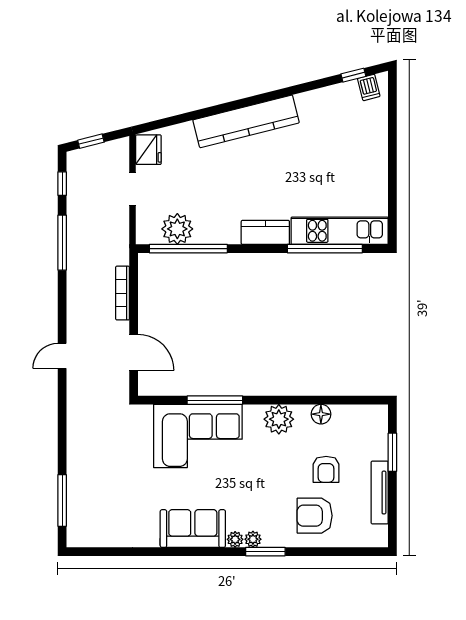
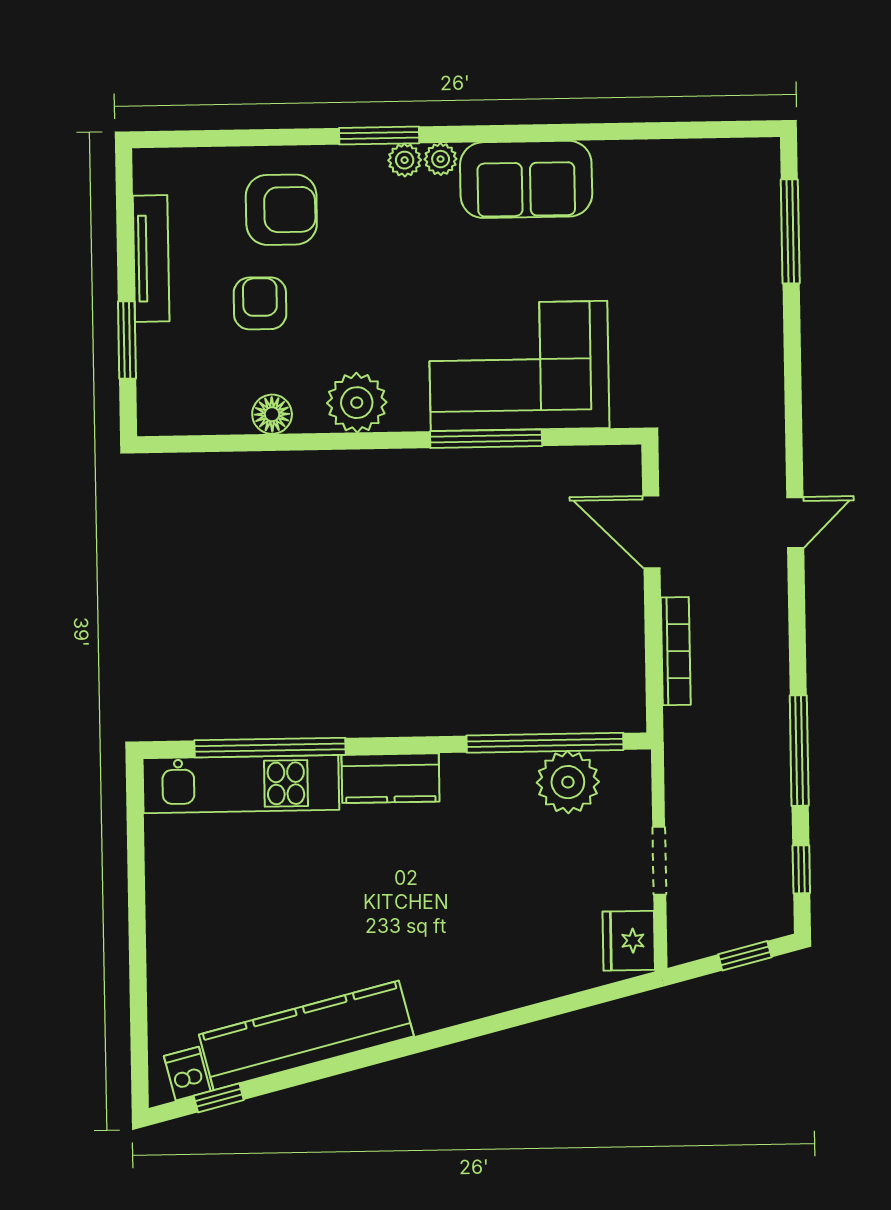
kitchen counter: (246, 121) -> (306, 1035), moved

